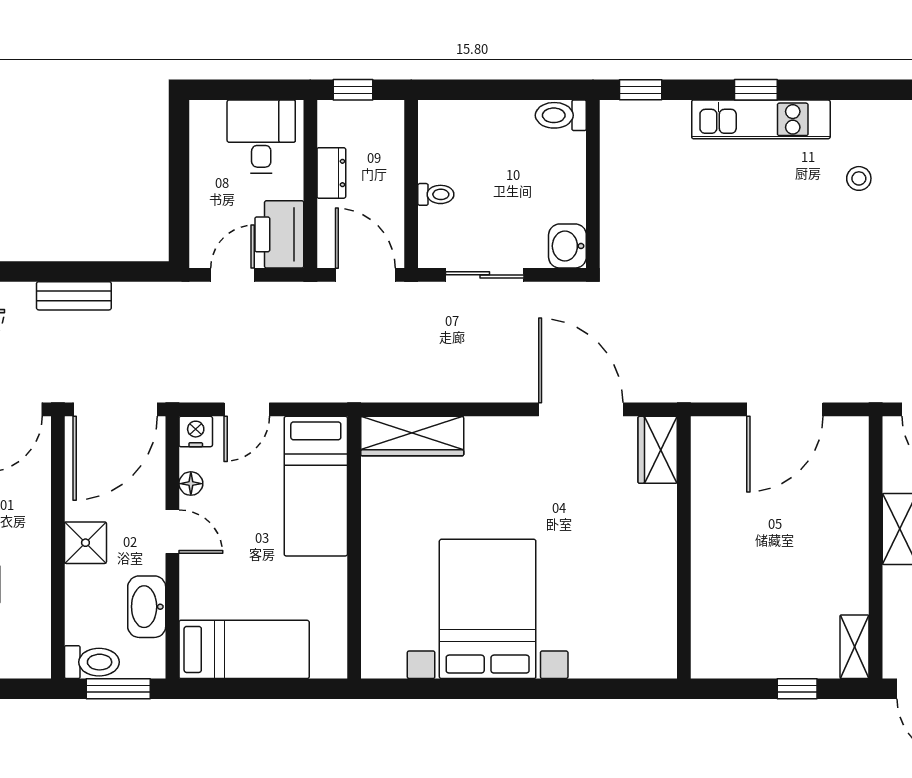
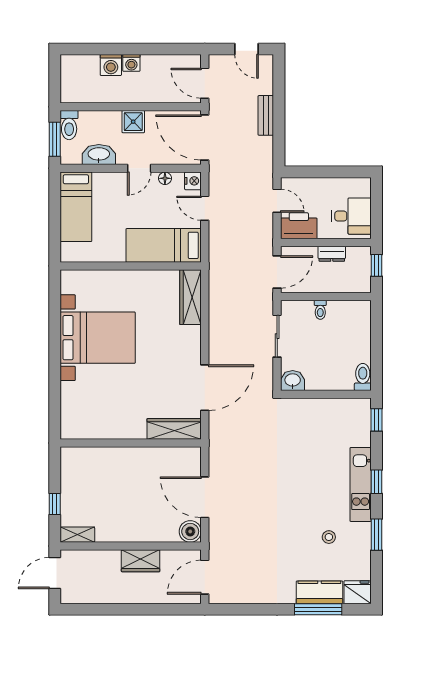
window: (854, 90) -> (376, 535), added
boiler: (849, 437) -> (190, 531), added
wardrobe: (658, 450) -> (174, 429), width x1.50

